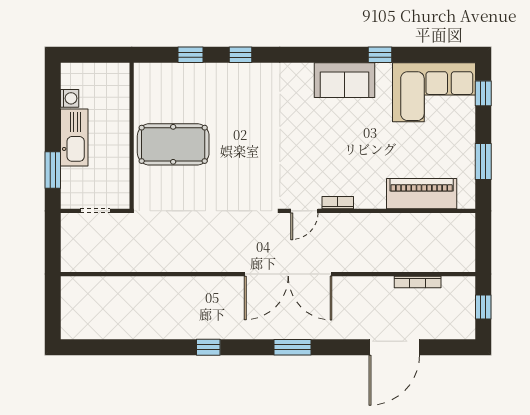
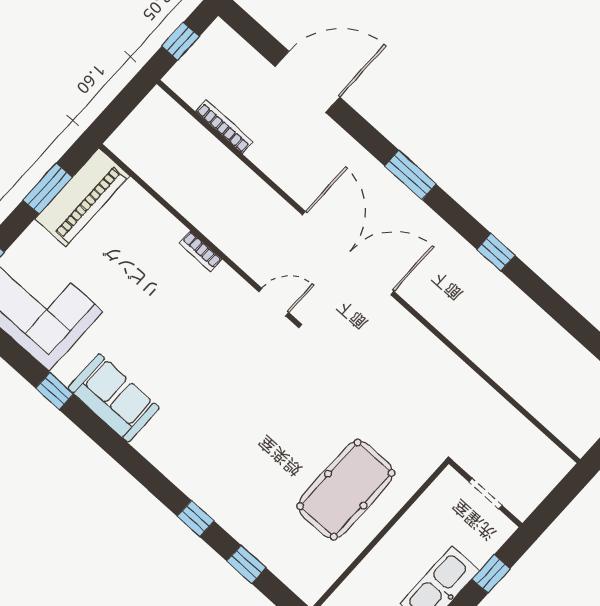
pool table: (173, 144) -> (346, 490), turned 90
window: (53, 170) -> (491, 574), width x0.67
piano: (422, 194) -> (82, 197), moved, turned -90
bookcase: (338, 203) -> (201, 251), moved

